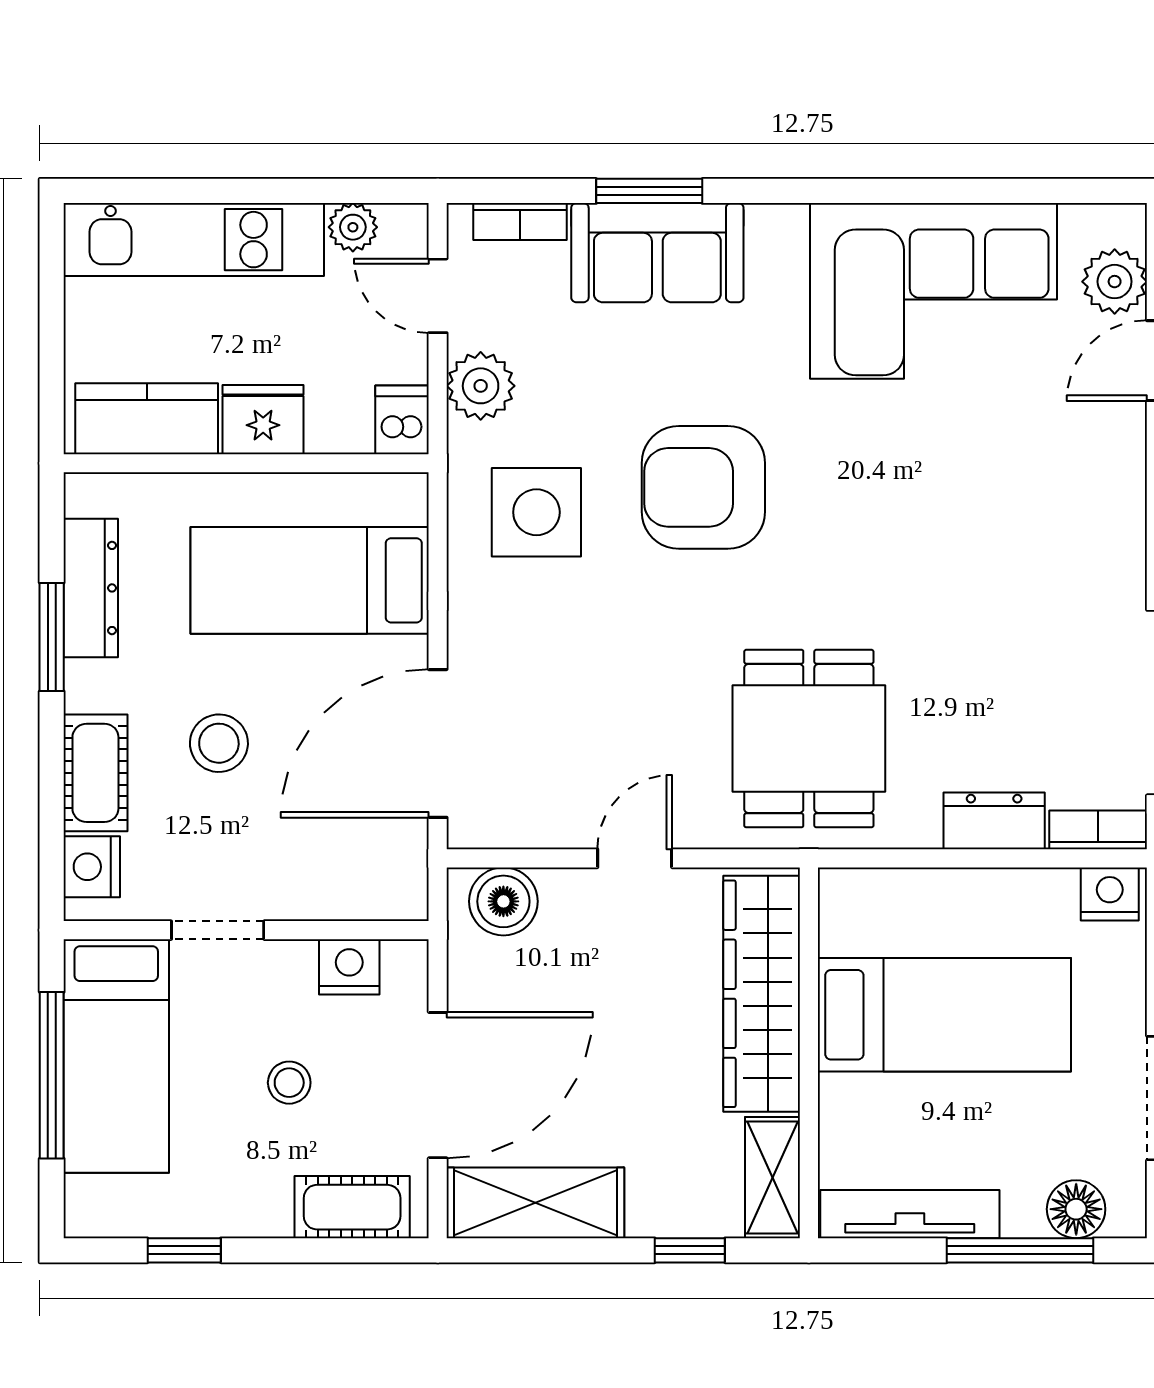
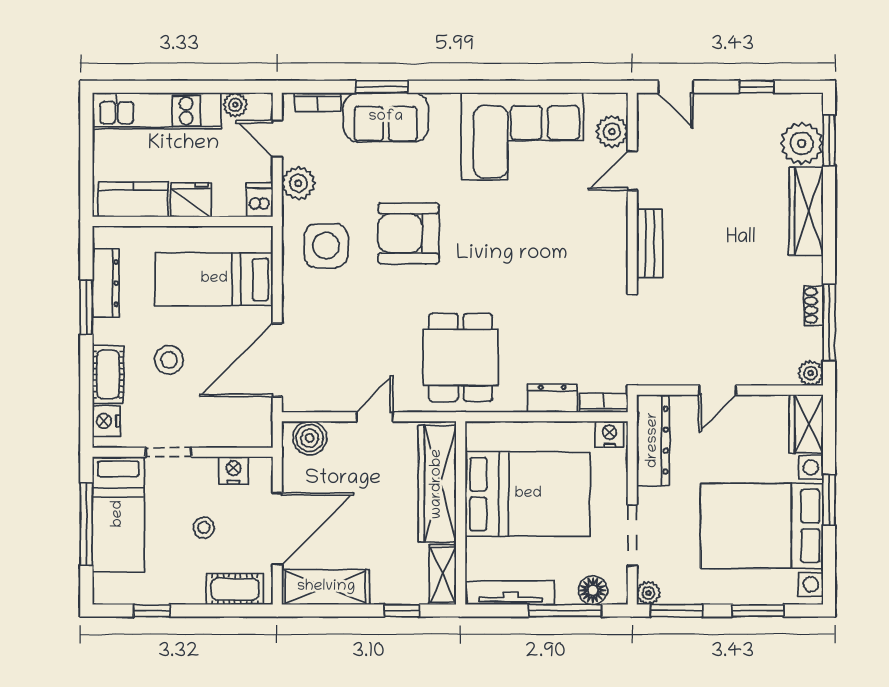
bed: (944, 1015) -> (528, 494), width x1.50

